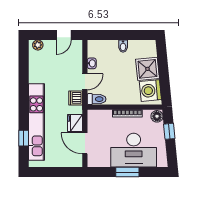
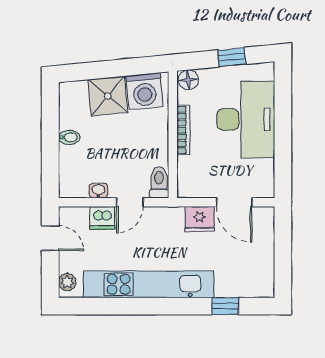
door: (85, 82) -> (130, 202), swing flipped
dishwasher: (76, 98) -> (102, 218), moved
kitchen unit: (36, 122) -> (149, 284), moved
window: (169, 131) -> (232, 57), moved
door: (85, 143) -> (234, 202), hinge flipped
window: (127, 172) -> (283, 130), removed

